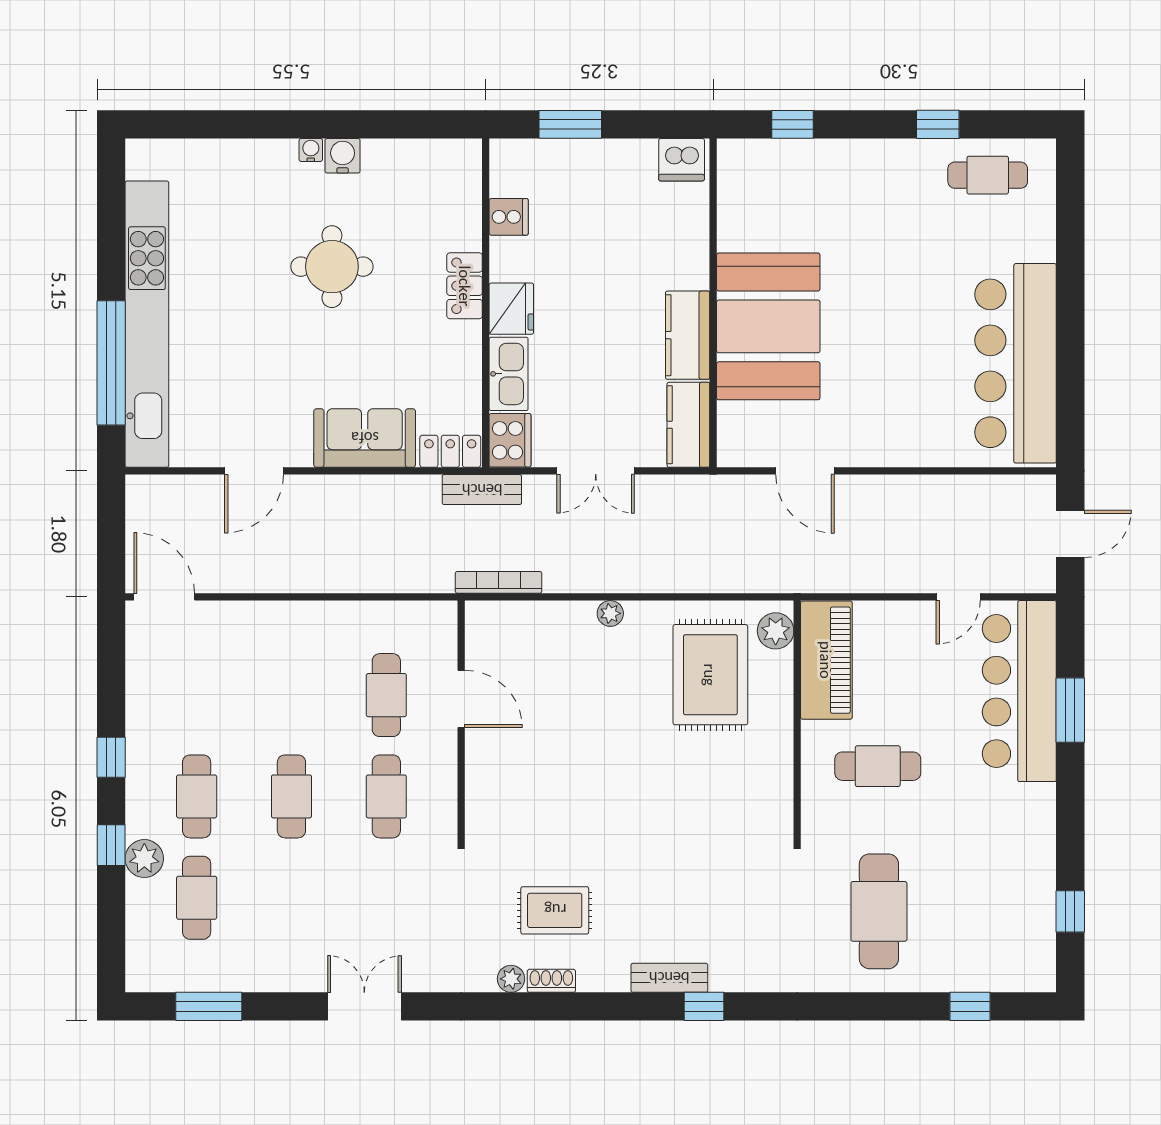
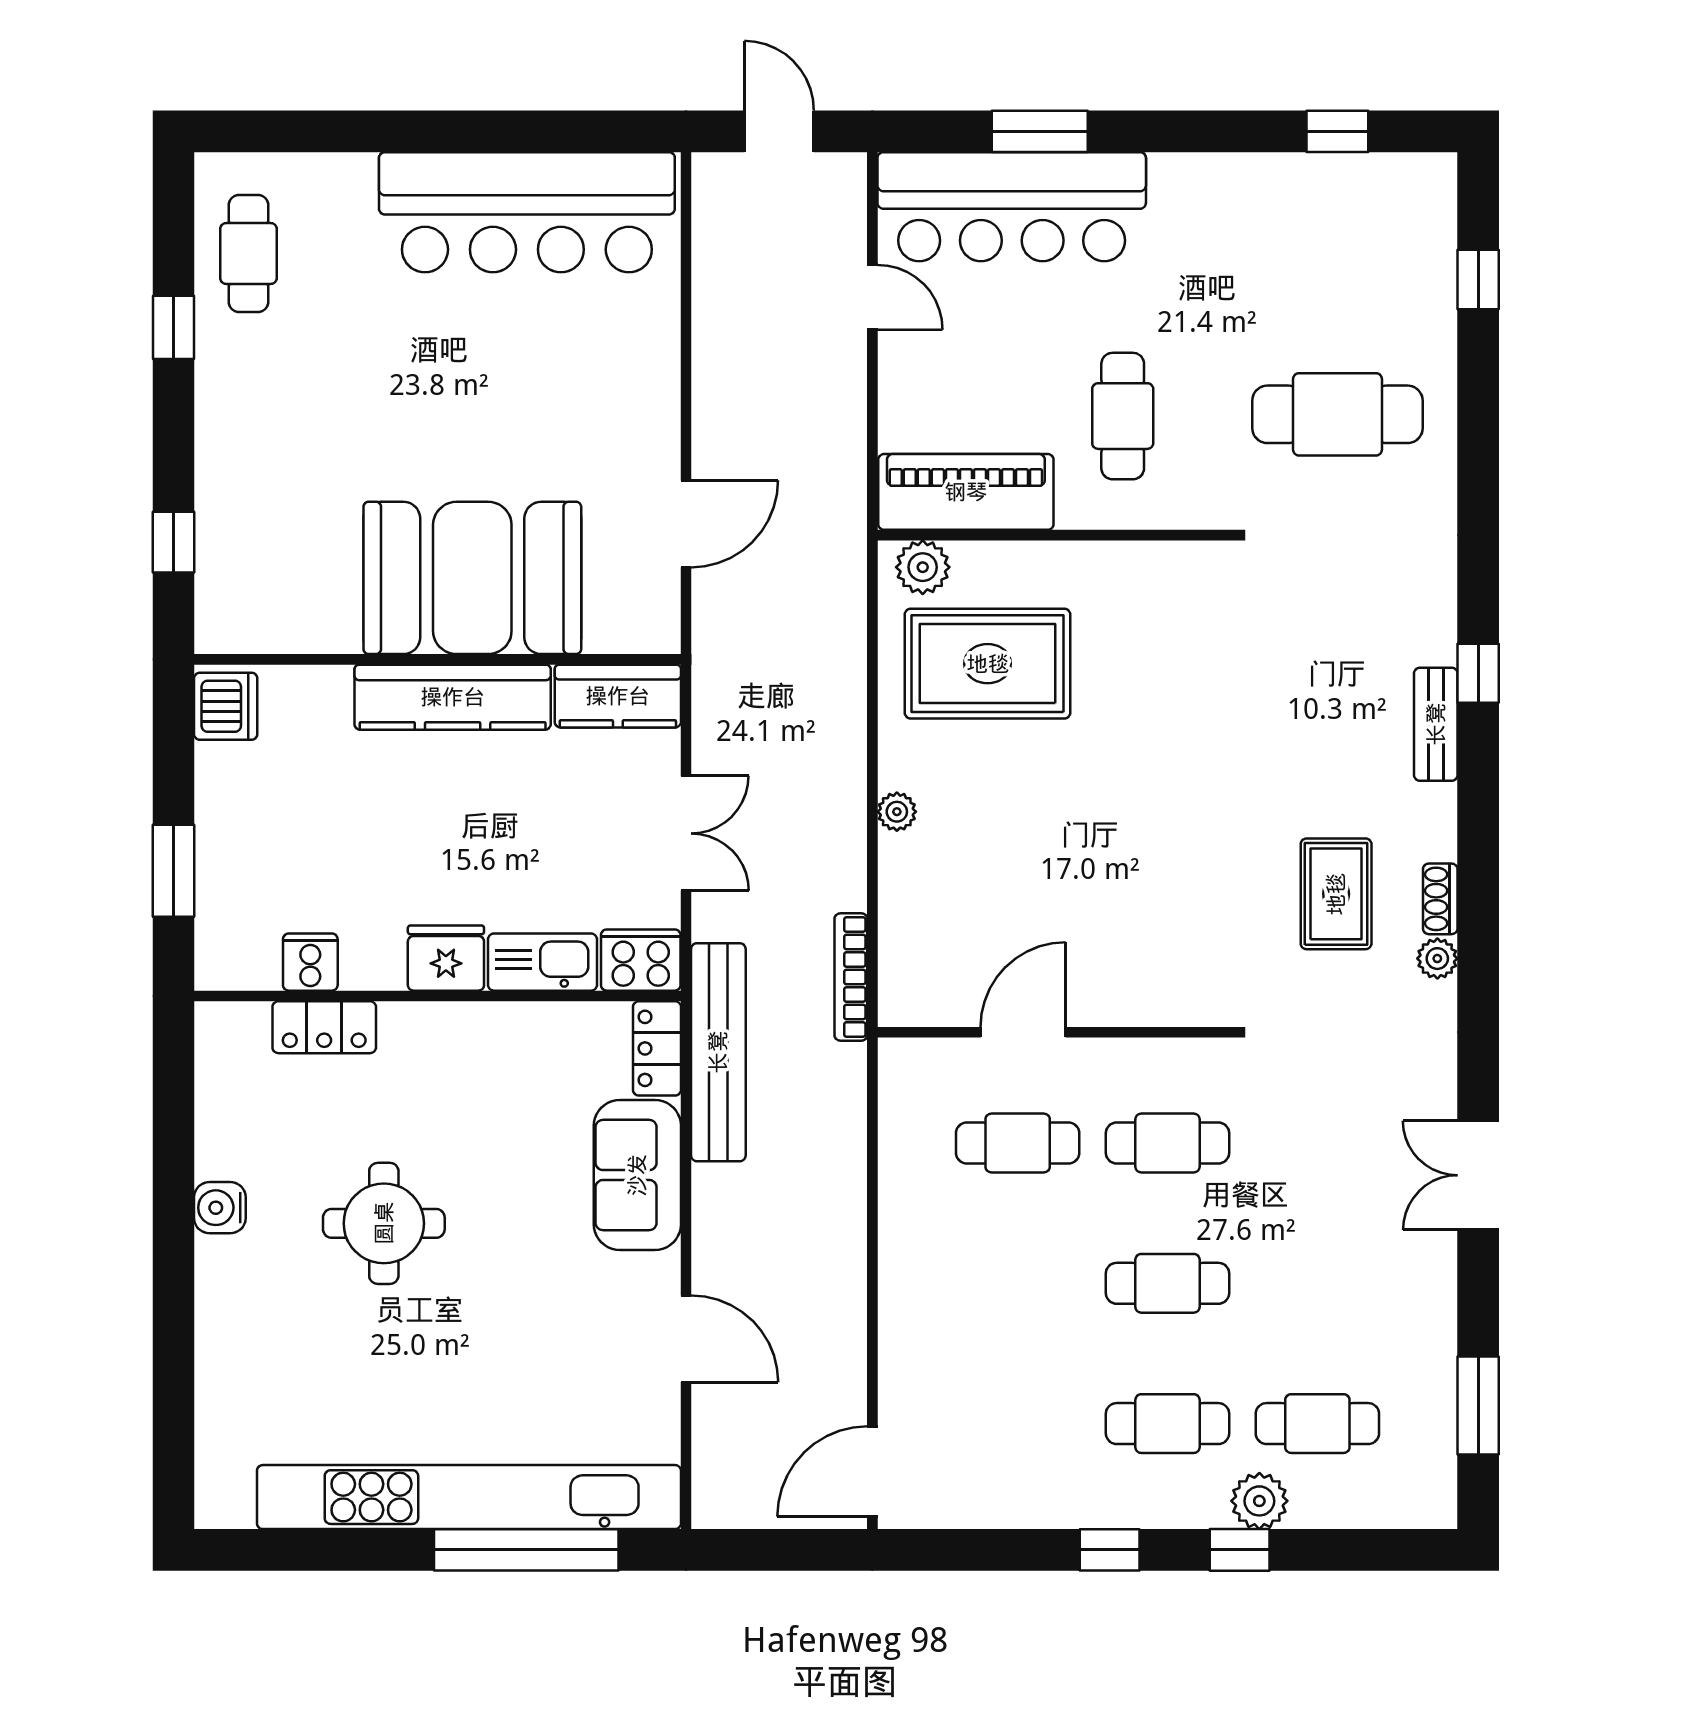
water cooler: (311, 150) -> (211, 1255), removed
locker: (465, 286) -> (324, 1027), moved
kitchen counter: (688, 335) -> (453, 697), width x1.50
bench: (482, 490) -> (718, 1052), width x1.86, depth x1.21

